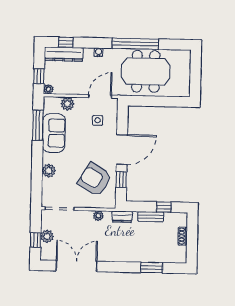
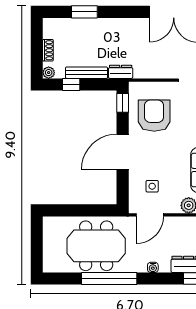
armchair: (95, 179) -> (154, 116), turned -121
window: (121, 180) -> (123, 103), moved
plant: (98, 216) -> (49, 73), moved
bench: (151, 217) -> (87, 73), width x1.36

